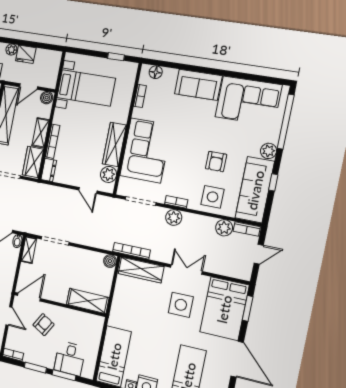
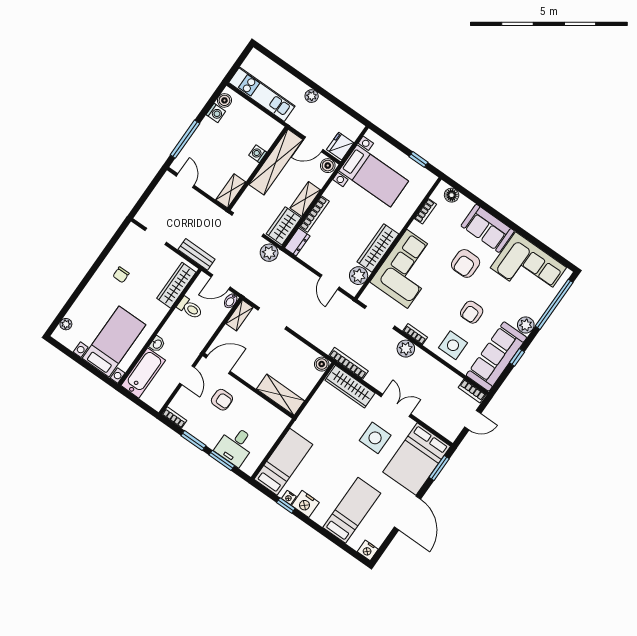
fridge: (26, 54) -> (340, 146), moved, turned 90
armchair: (193, 123) -> (466, 263), added
plant: (224, 228) -> (269, 253), moved
armchair: (44, 325) -> (222, 400), turned 60

